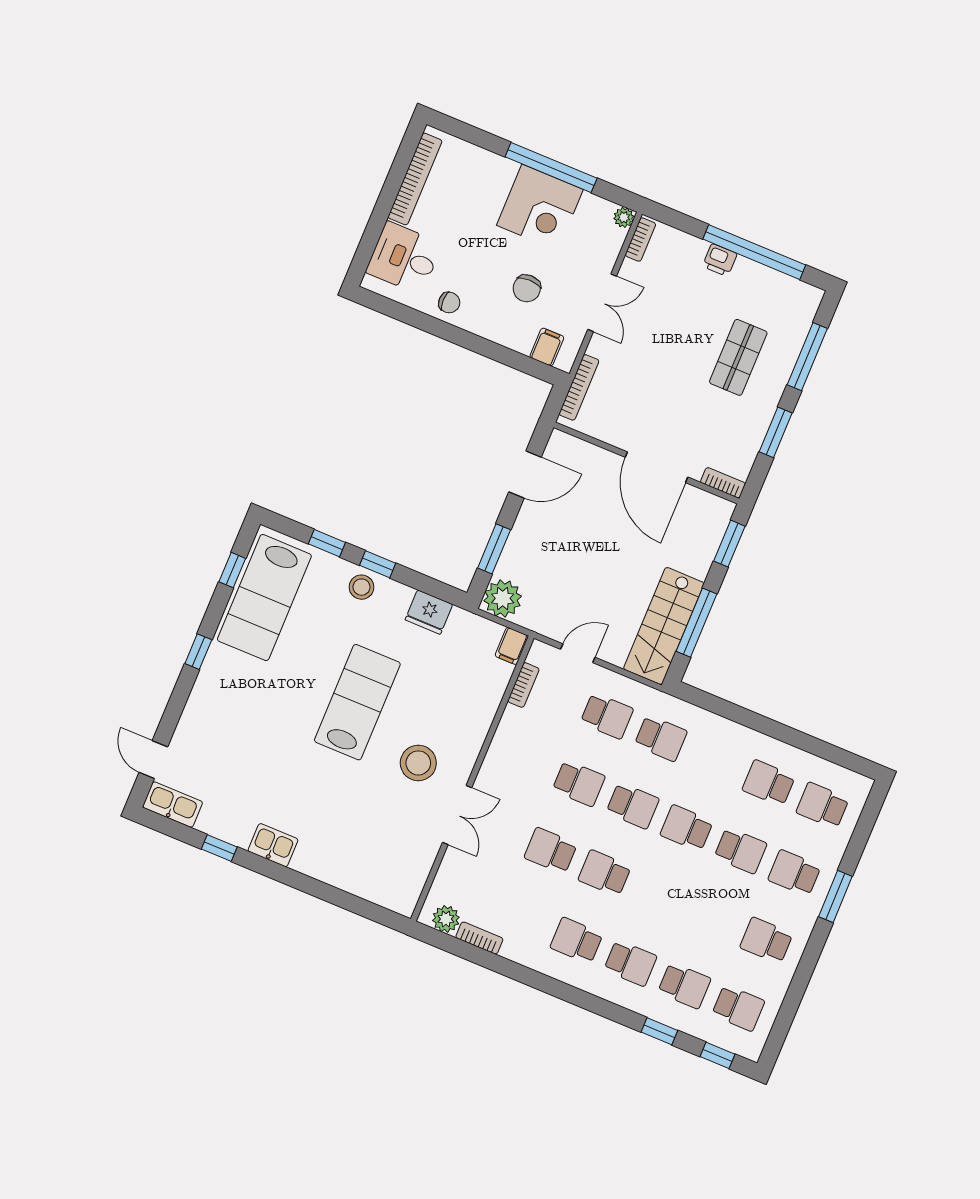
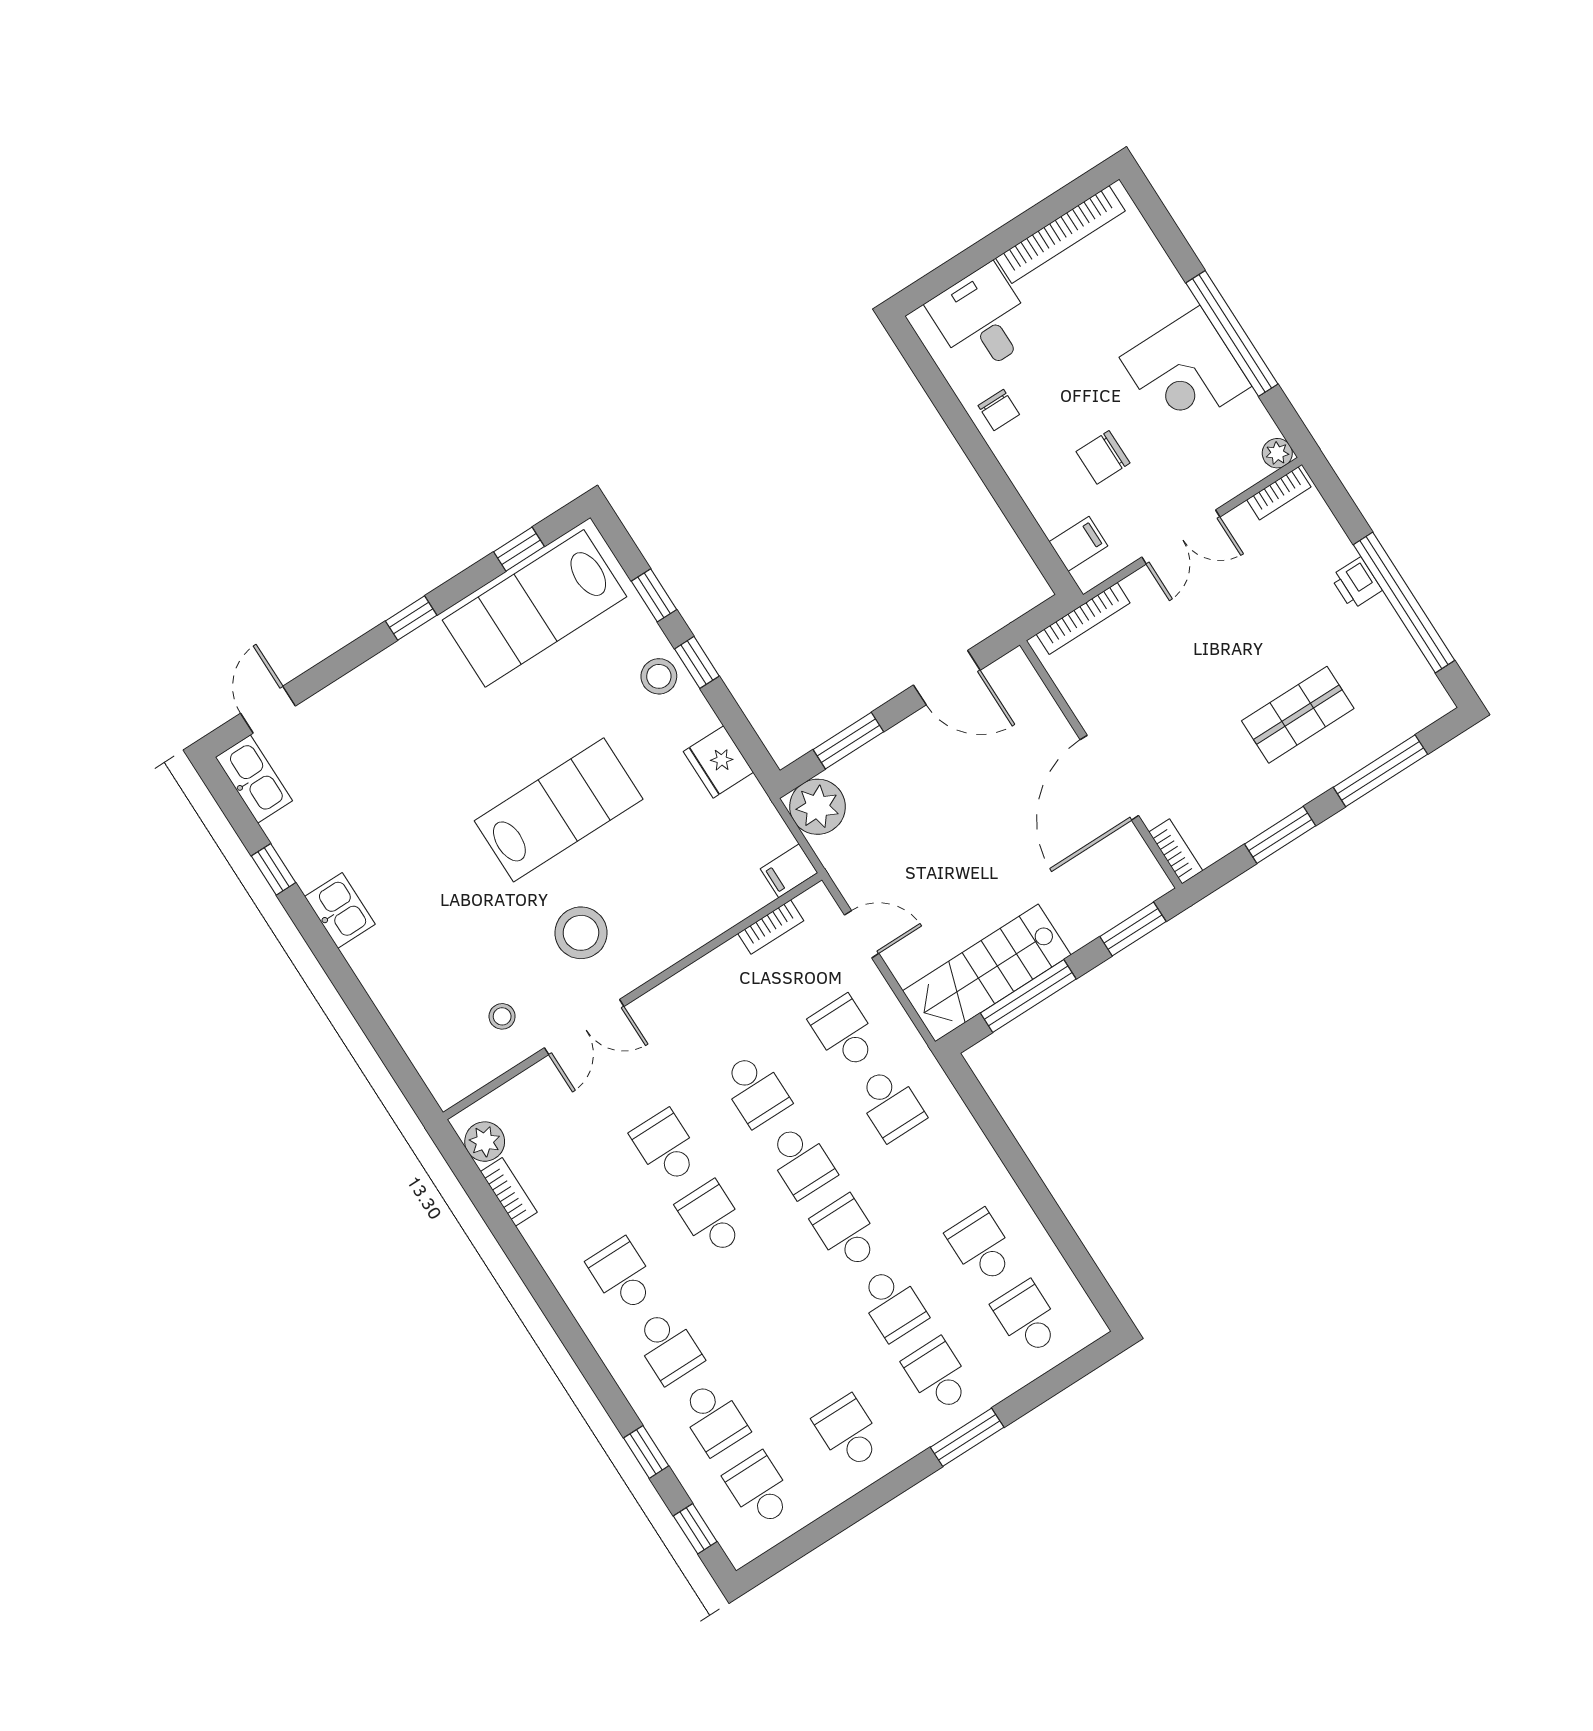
school desk: (607, 716) -> (845, 1033), turned 180
stool: (407, 841) -> (502, 1016), added
school desk: (738, 1008) -> (759, 1489), turned 180

